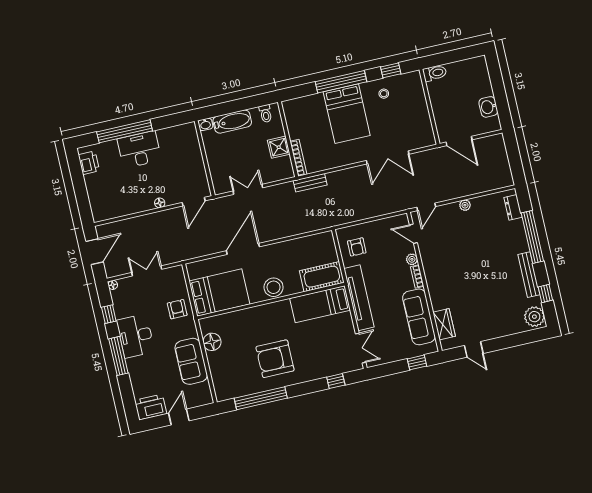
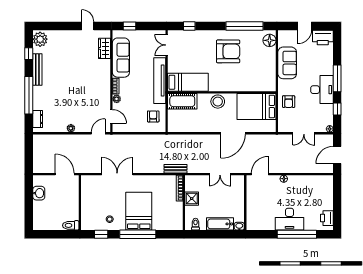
floor lamp: (212, 342) -> (270, 40), moved

